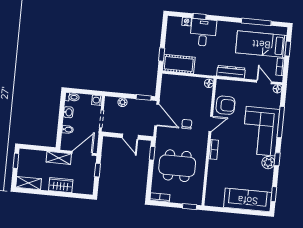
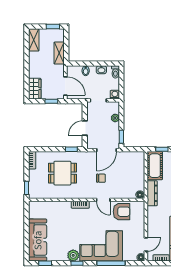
dresser: (231, 72) -> (152, 193), moved
armchair: (226, 105) -> (121, 212), turned -90
shelving: (59, 158) -> (59, 53), moved
dining table: (177, 166) -> (62, 173), width x0.73
wardrobe: (61, 185) -> (35, 89), moved

